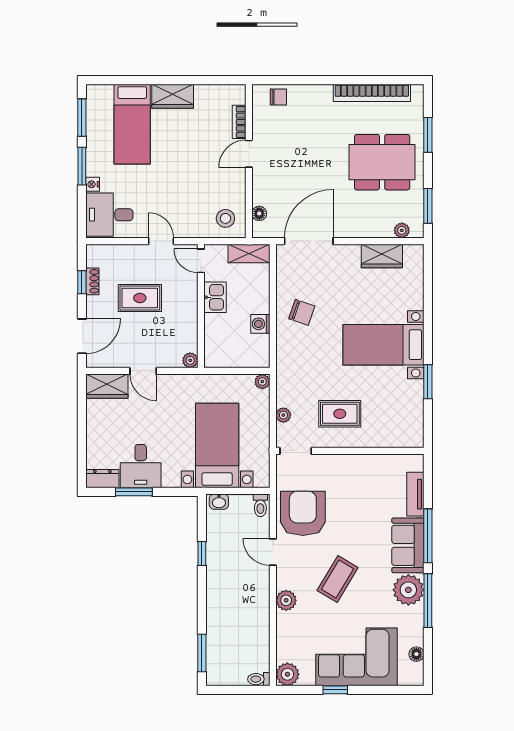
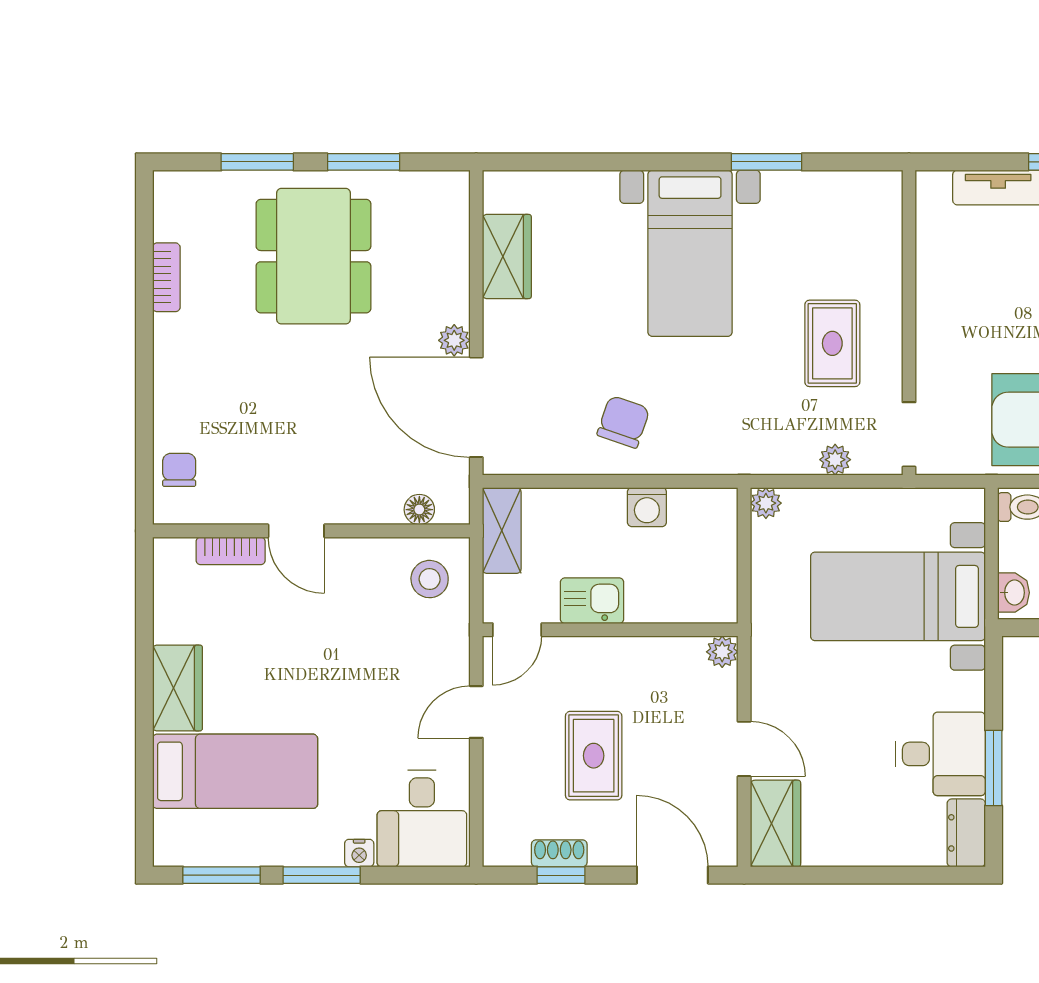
bookcase: (372, 93) -> (166, 277), width x0.43, depth x0.76
window: (428, 206) -> (364, 162), moved
plant: (402, 230) -> (454, 340), moved
door: (143, 371) -> (744, 749), hinge flipped

